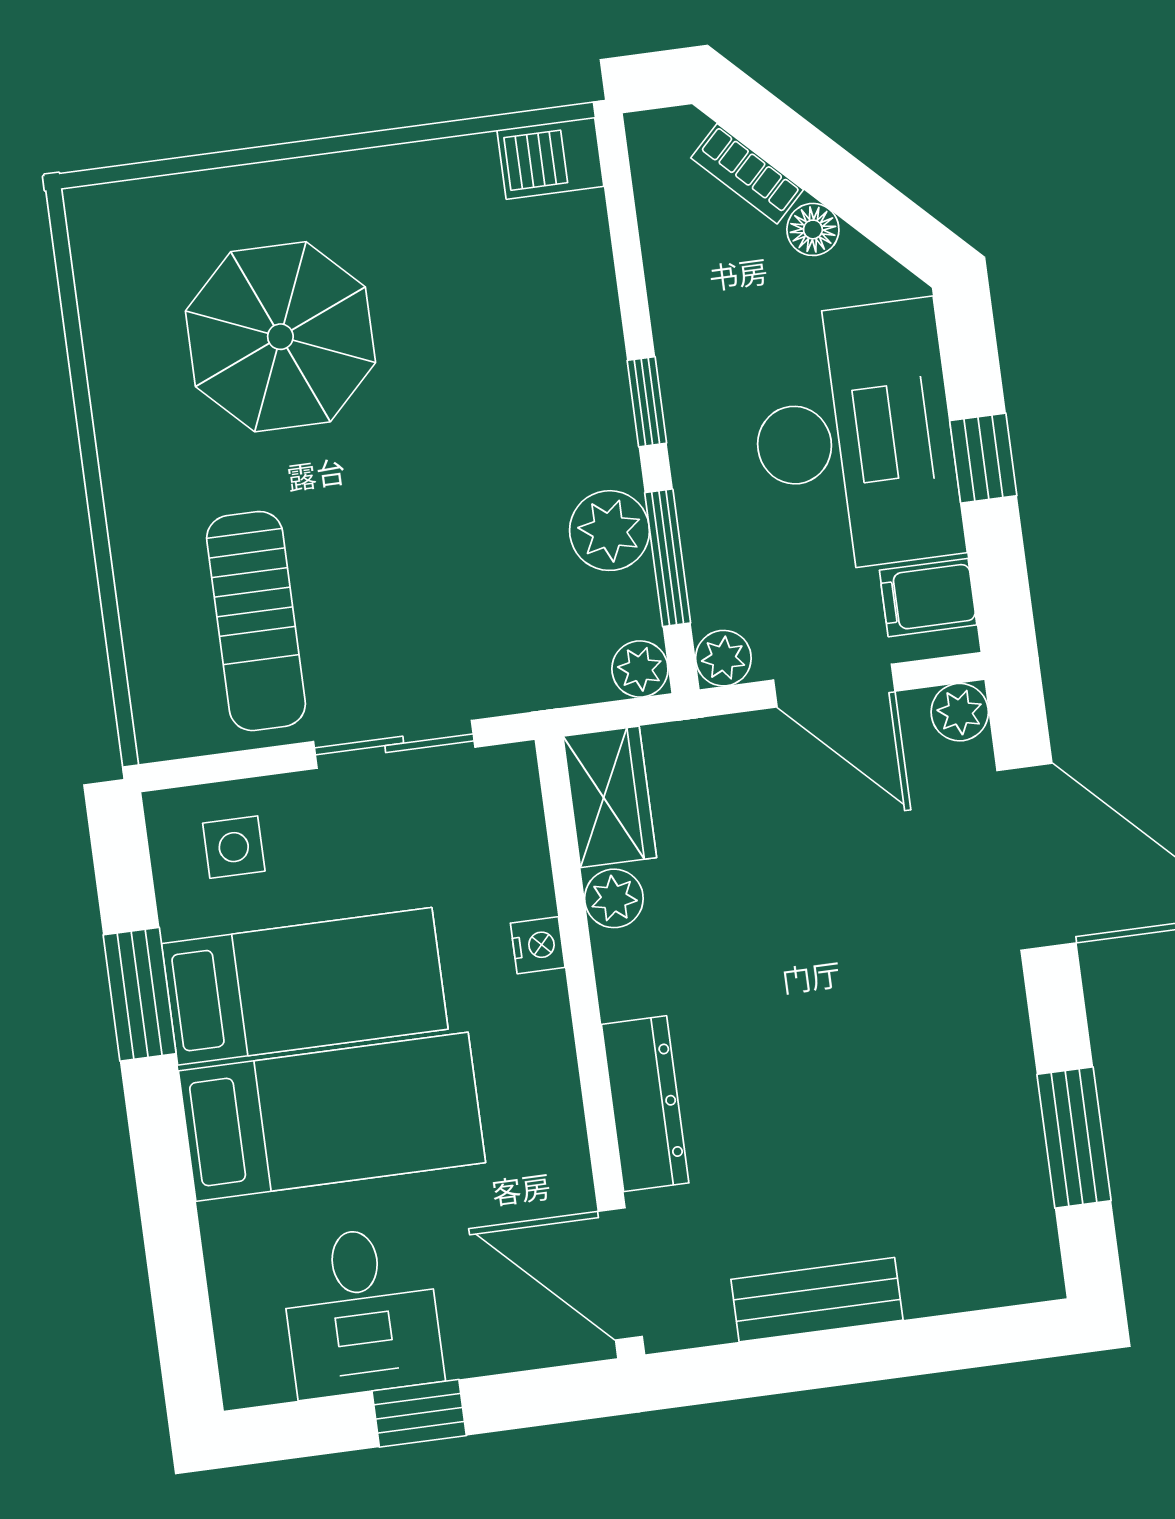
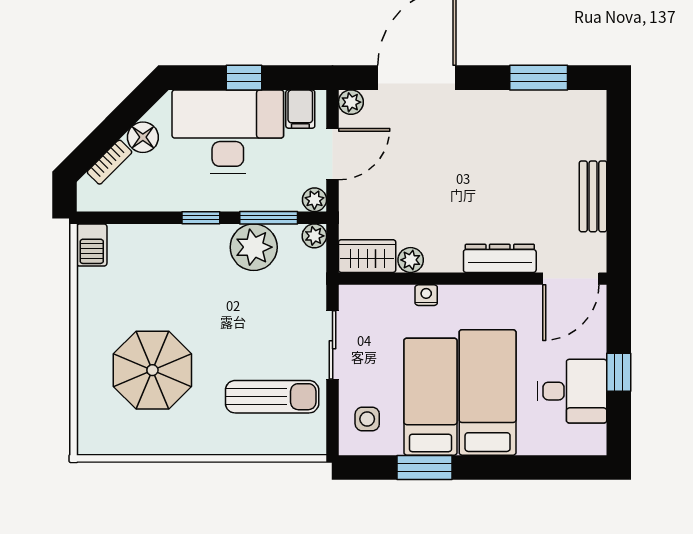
floor lamp: (813, 229) -> (143, 137), width x1.37, depth x1.37
plant: (610, 531) -> (254, 247), width x1.36, depth x1.36

